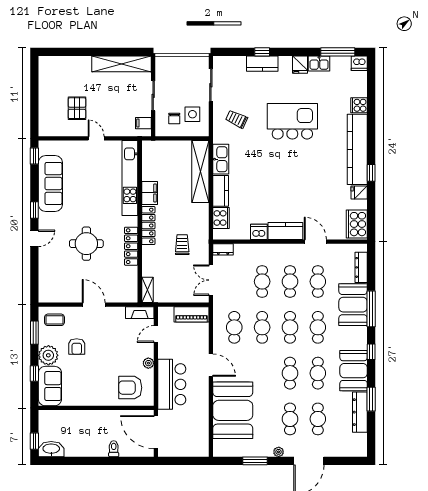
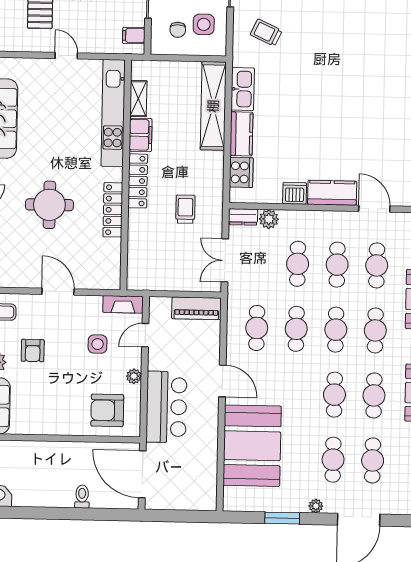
kitchen island: (292, 121) -> (345, 37), removed
plant: (241, 250) -> (269, 219), added
shelving: (147, 290) -> (138, 99), moved
side table: (122, 341) -> (98, 344), added

